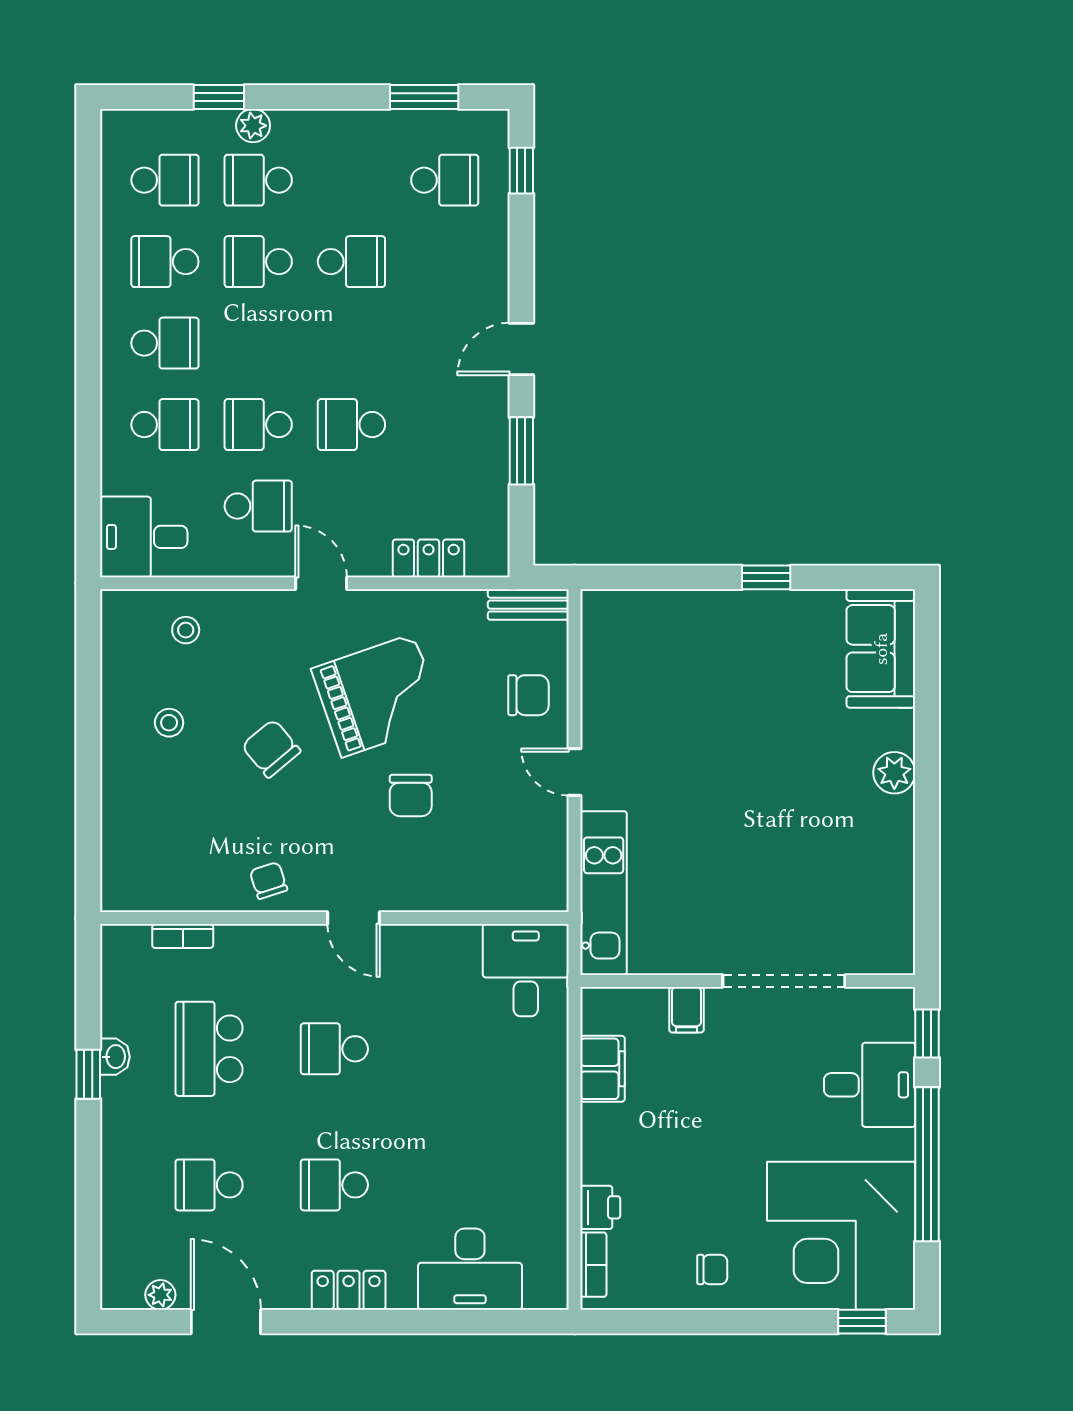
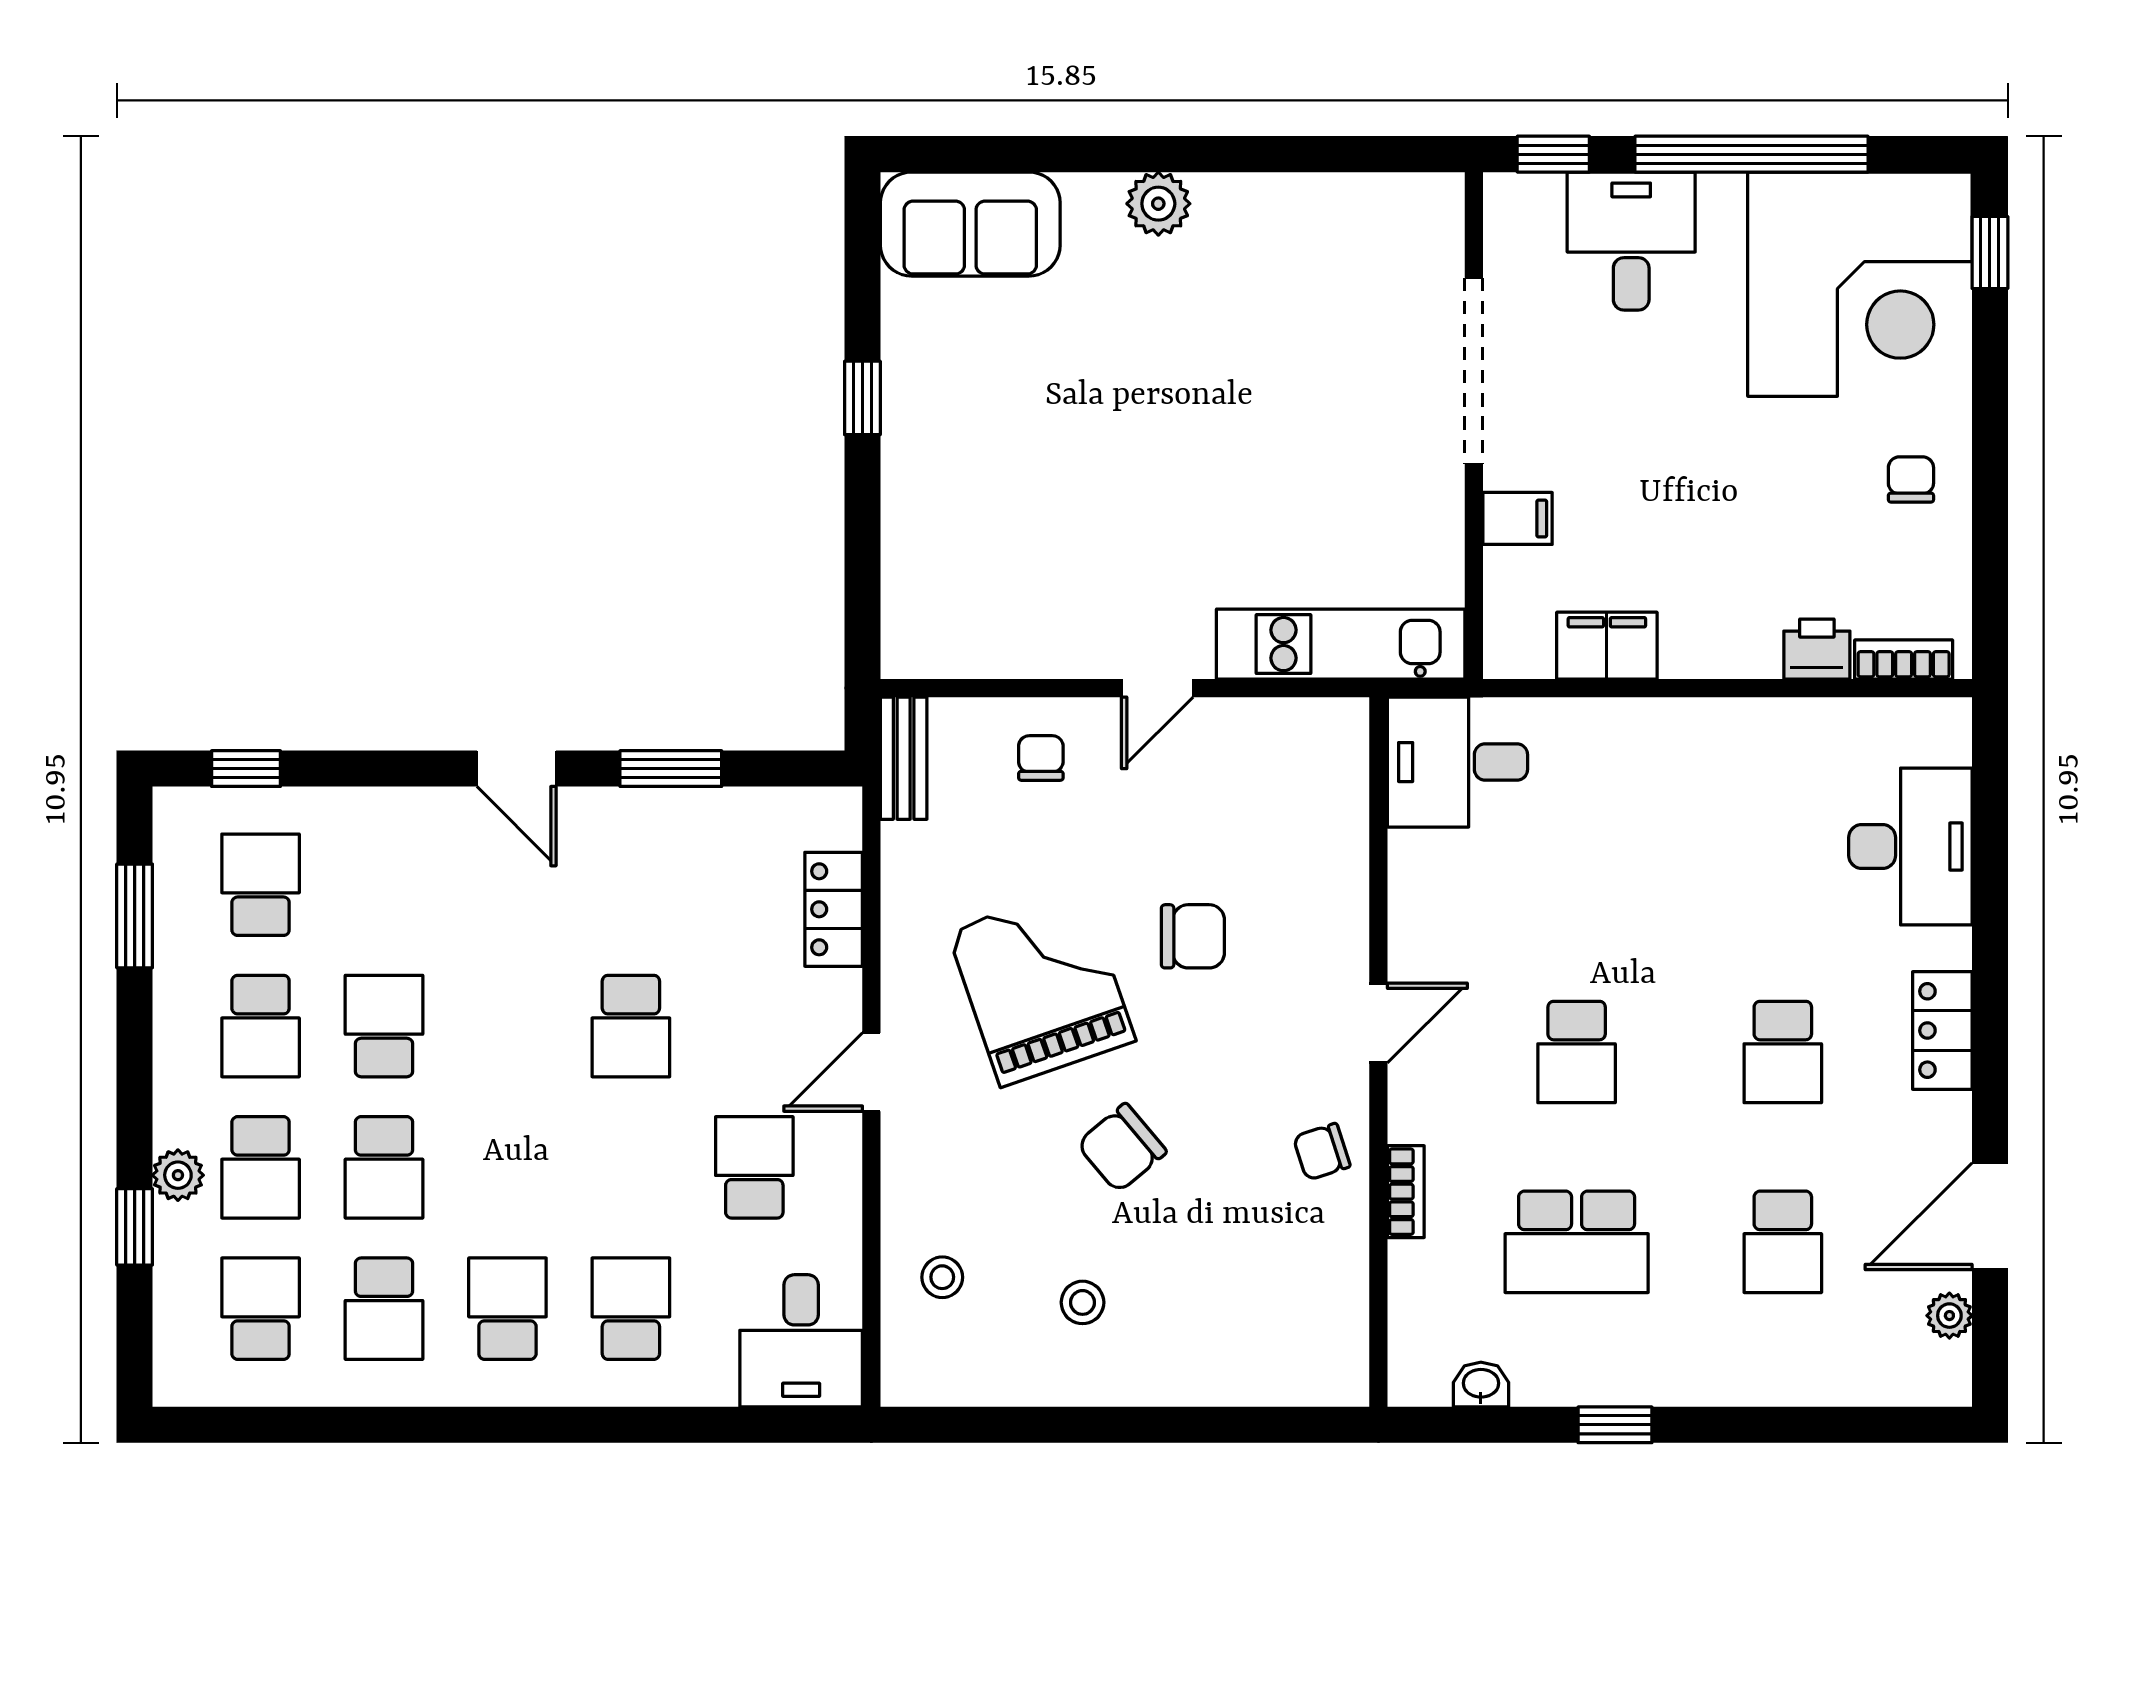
school desk: (258, 425) -> (261, 1026), moved
chair: (528, 695) -> (1041, 758), width x0.73, depth x0.73
bookcase: (183, 936) -> (1406, 1192), moved
washbasin: (115, 1057) -> (1481, 1385), moved

